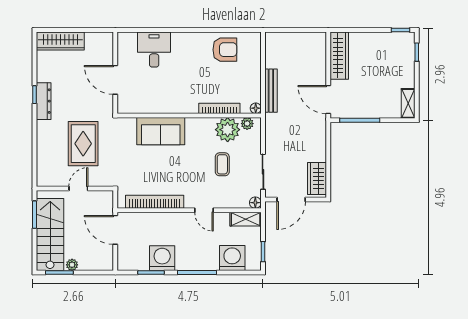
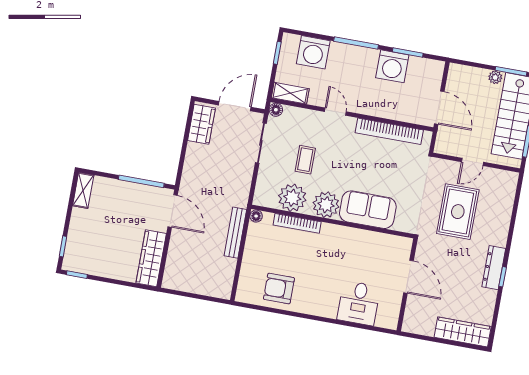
plant: (247, 124) -> (326, 205), moved, width x1.88, depth x1.88

